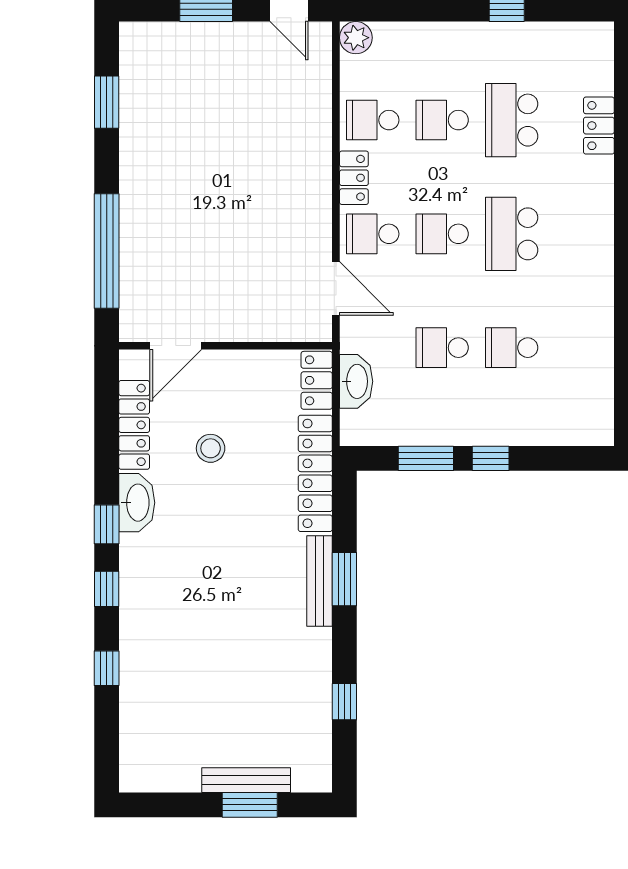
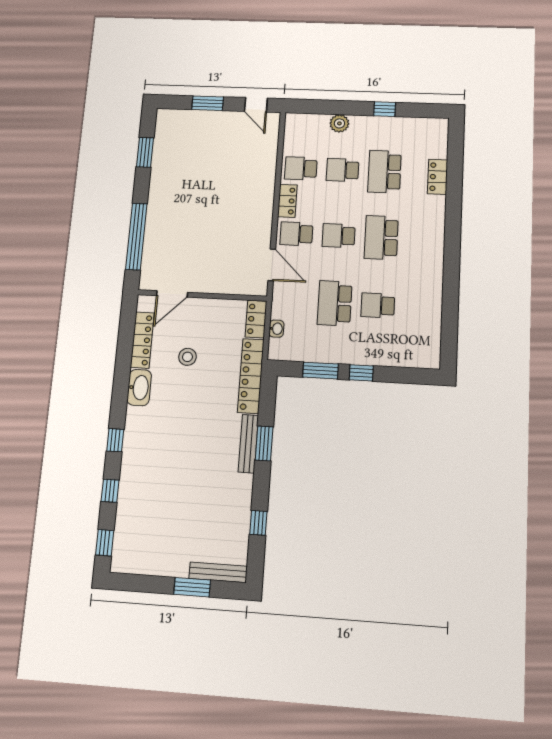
plant: (356, 38) -> (339, 123), moved
school desk: (442, 348) -> (335, 303), width x1.85
washbasin: (356, 381) -> (276, 329), width x0.52, depth x0.69
window: (107, 524) -> (105, 543), moved
bench: (246, 780) -> (218, 572), moved

